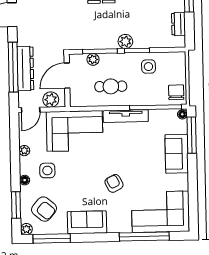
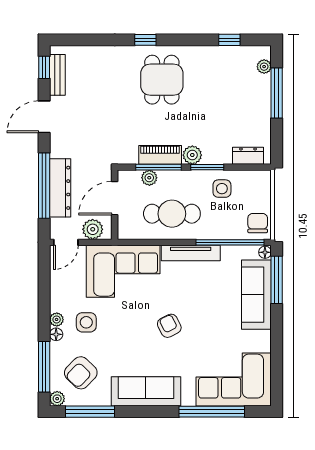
dresser: (179, 24) -> (248, 156), moved, turned 90
piano: (101, 42) -> (160, 155), added
cafe table: (111, 86) -> (172, 214), width x1.37, depth x1.35
plant: (24, 151) -> (57, 319), moved
sofa: (177, 154) -> (256, 295), width x1.36
armchair: (114, 183) -> (169, 326), moved
window: (16, 205) -> (44, 367), width x1.44
armchair: (44, 209) -> (81, 373), turned 94
sofa: (87, 222) -> (146, 391), width x1.36

